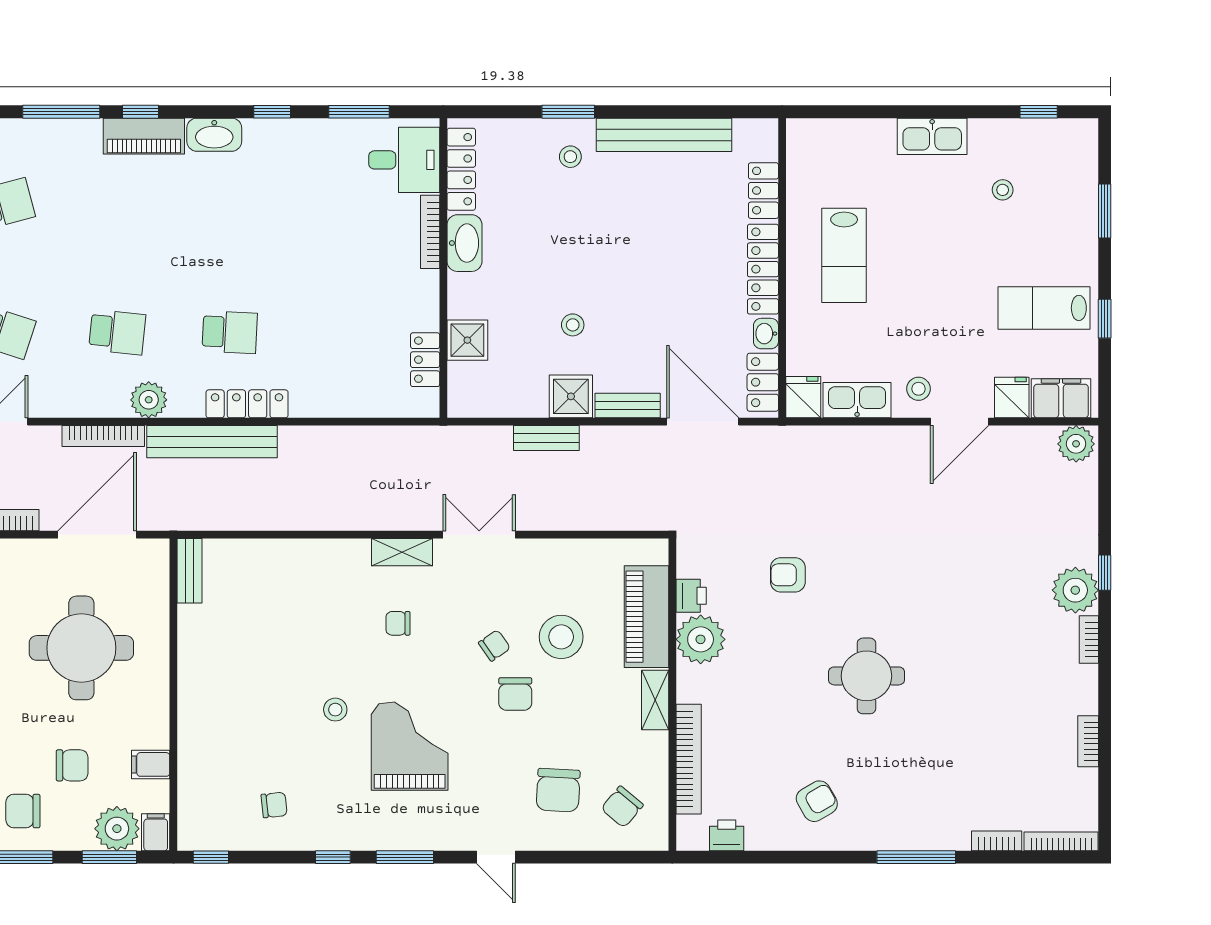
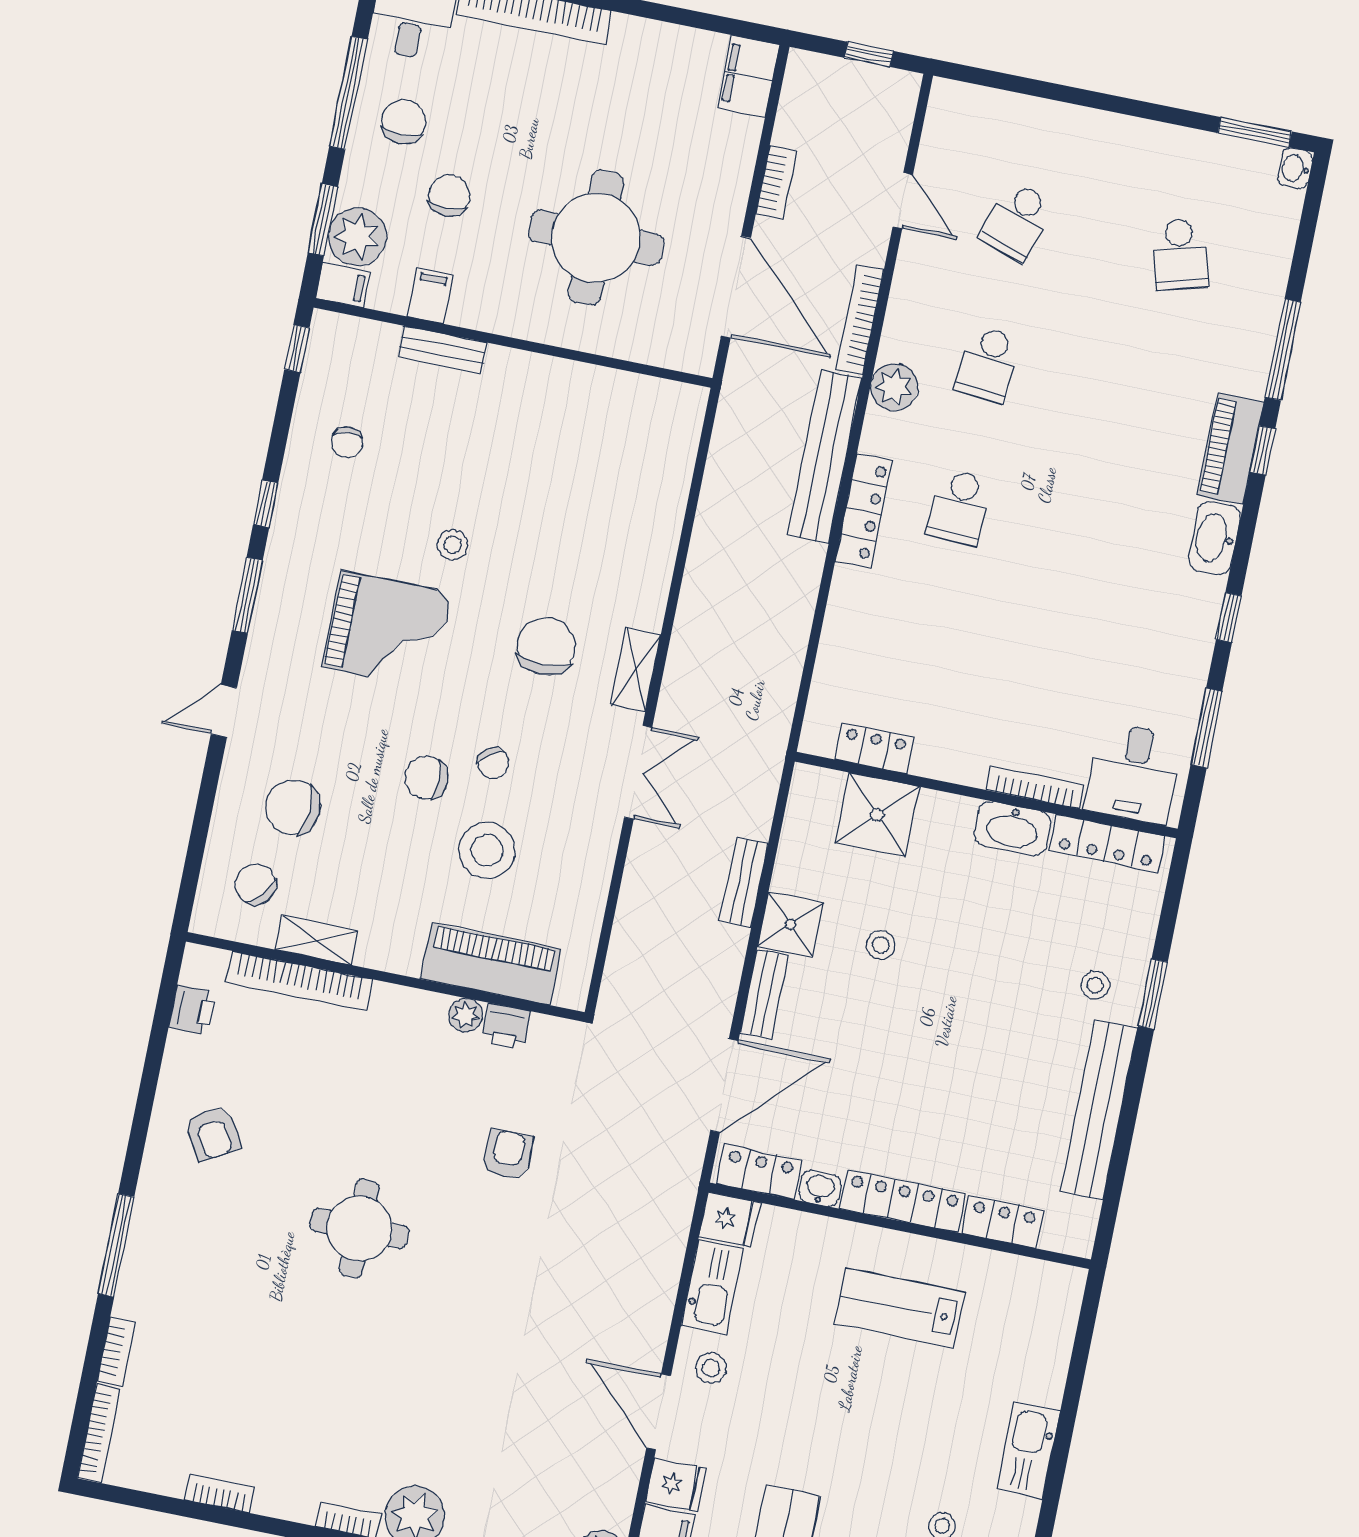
shower: (467, 340) -> (877, 815), width x1.36, depth x1.36
bench: (190, 571) -> (442, 350), moved
chair: (398, 623) -> (546, 647), width x1.87, depth x1.87
plant: (701, 639) -> (466, 1015), width x0.53, depth x0.53
shelving: (655, 700) -> (317, 940), moved
chair: (72, 765) -> (449, 196), turned 180

